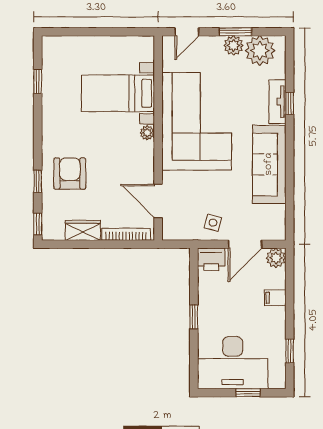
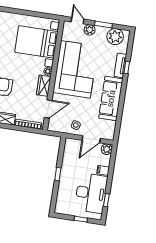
door: (187, 32) -> (78, 21), swing flipped
plant: (233, 45) -> (90, 30), moved
bed with nightstands: (118, 93) -> (36, 42), width x1.36
wardrobe: (144, 160) -> (44, 86), added
door: (158, 201) -> (48, 109), swing flipped
printer: (211, 259) -> (72, 145), removed
desk: (233, 363) -> (91, 193), moved, turned -90

